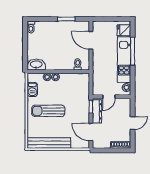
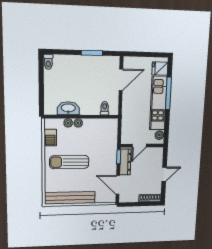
door: (91, 40) -> (121, 80), swing flipped
washbasin: (36, 65) -> (68, 108), moved

